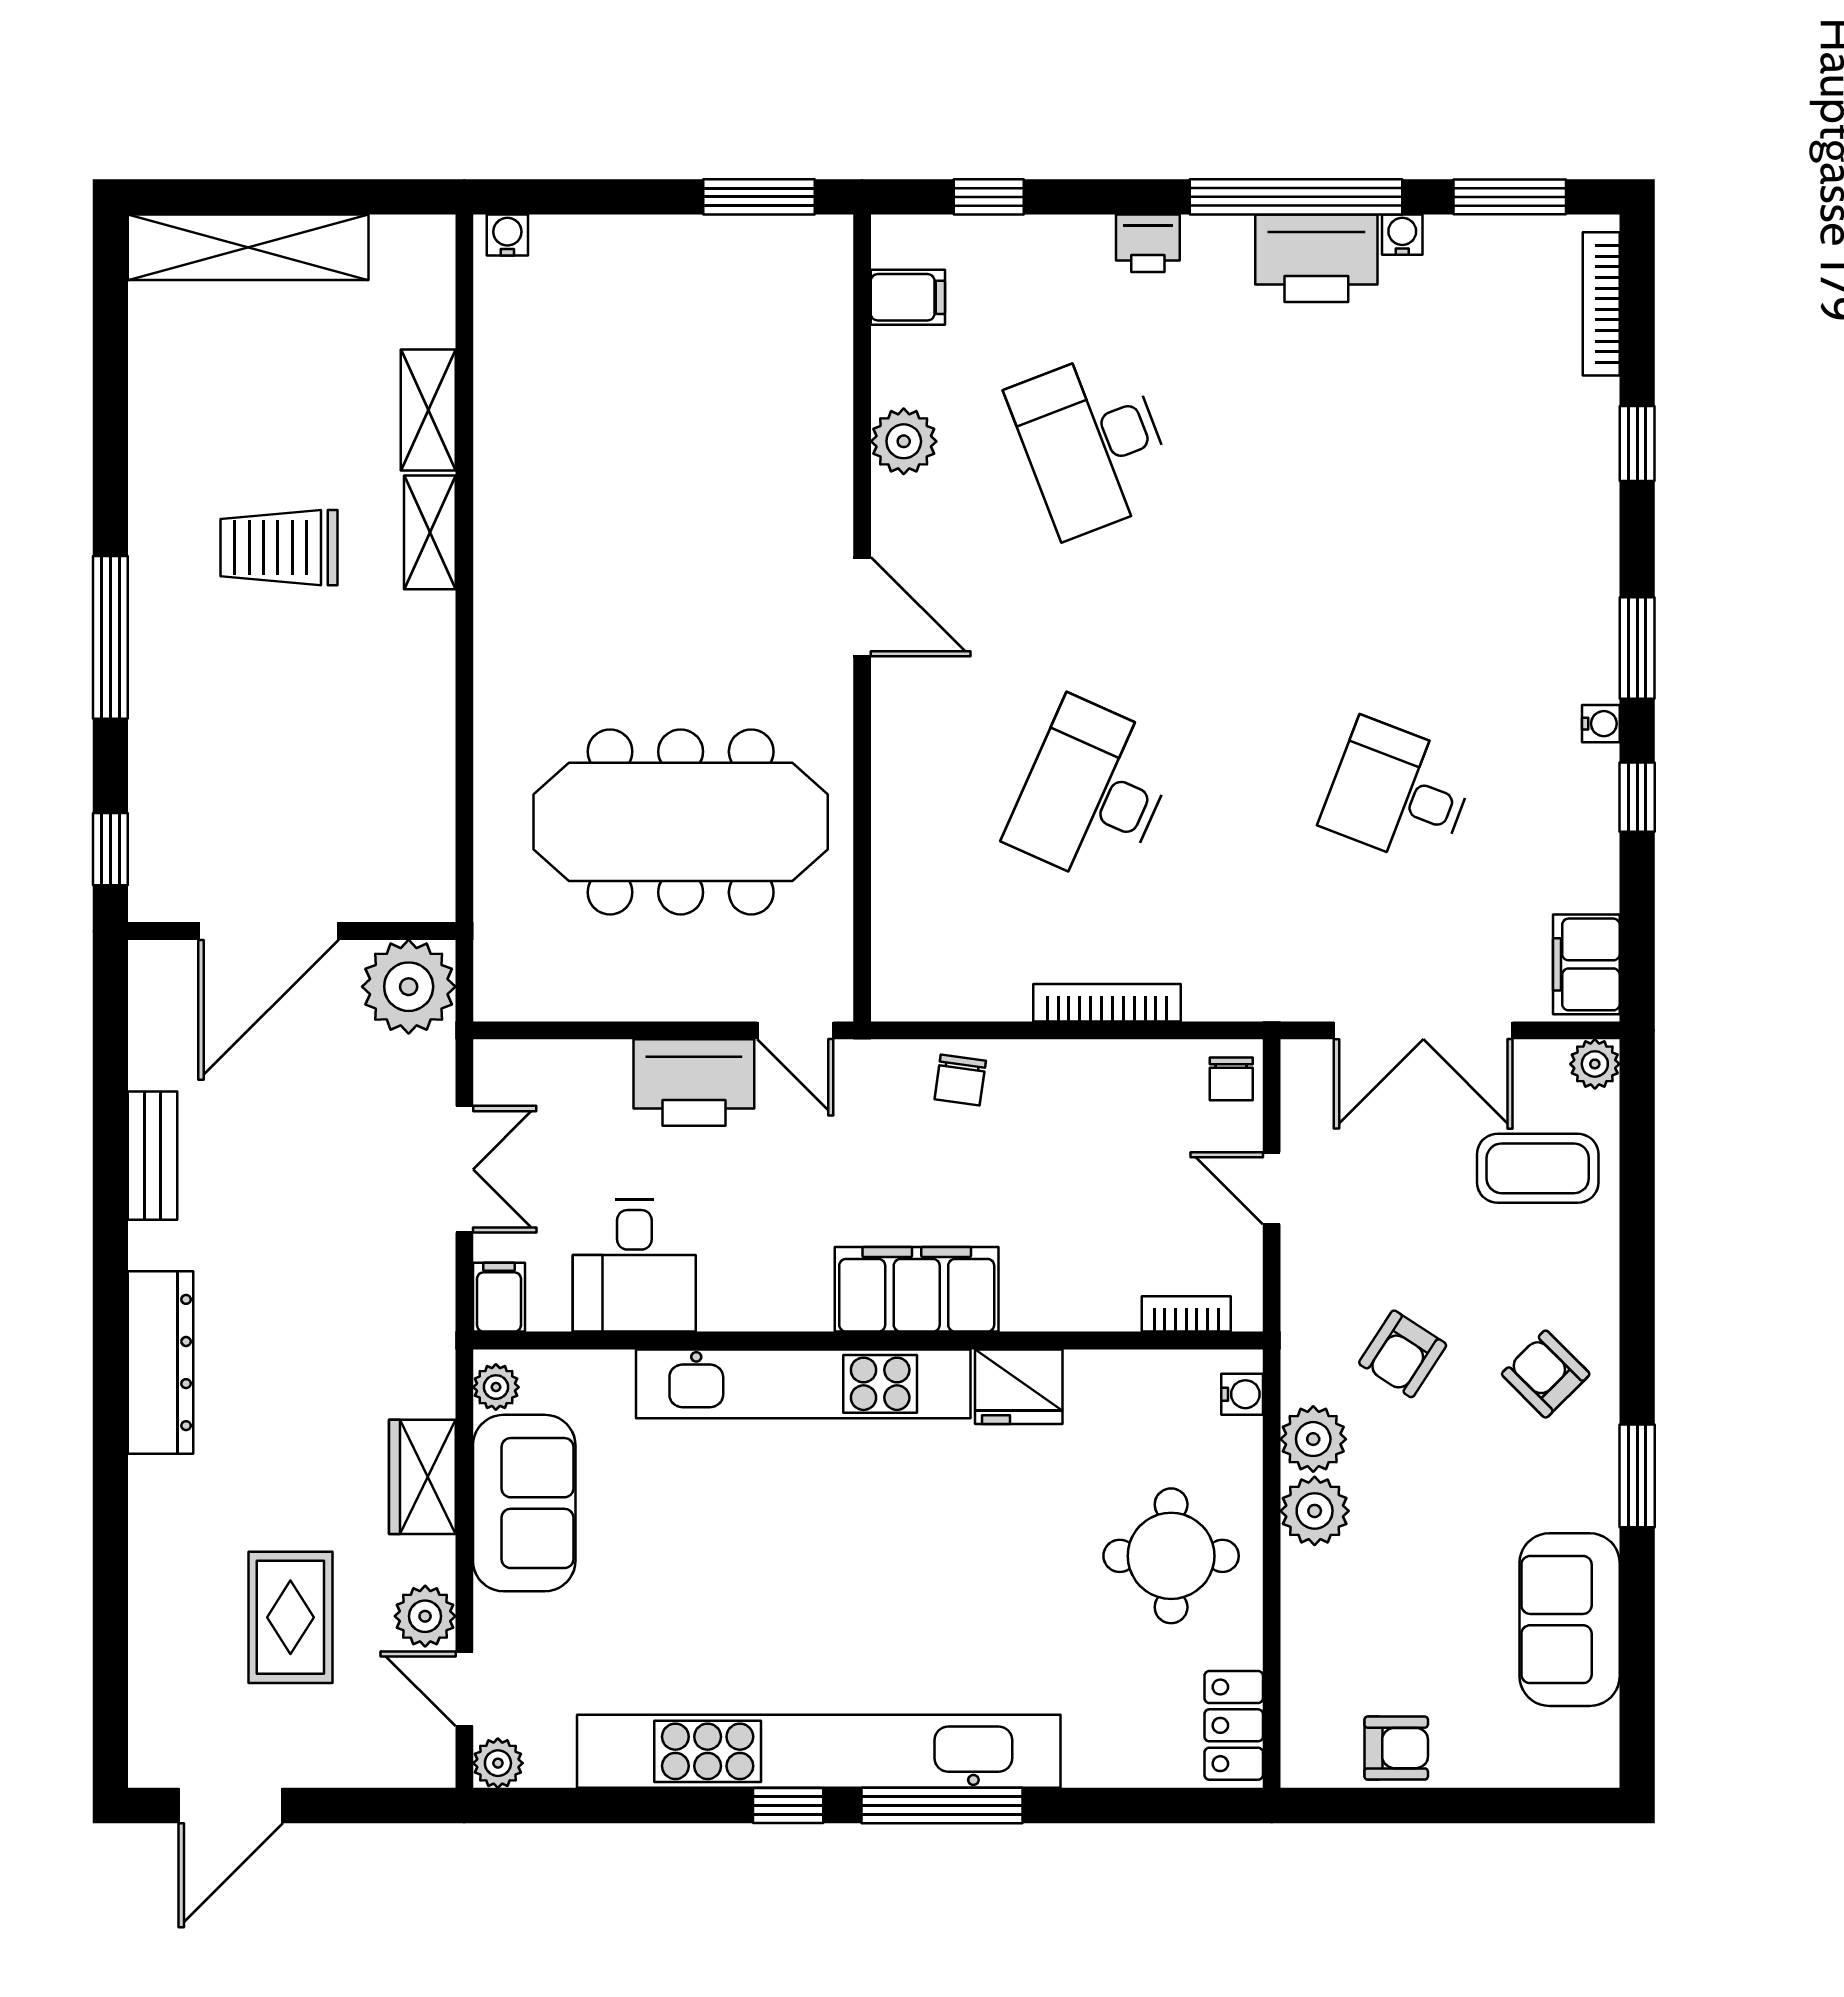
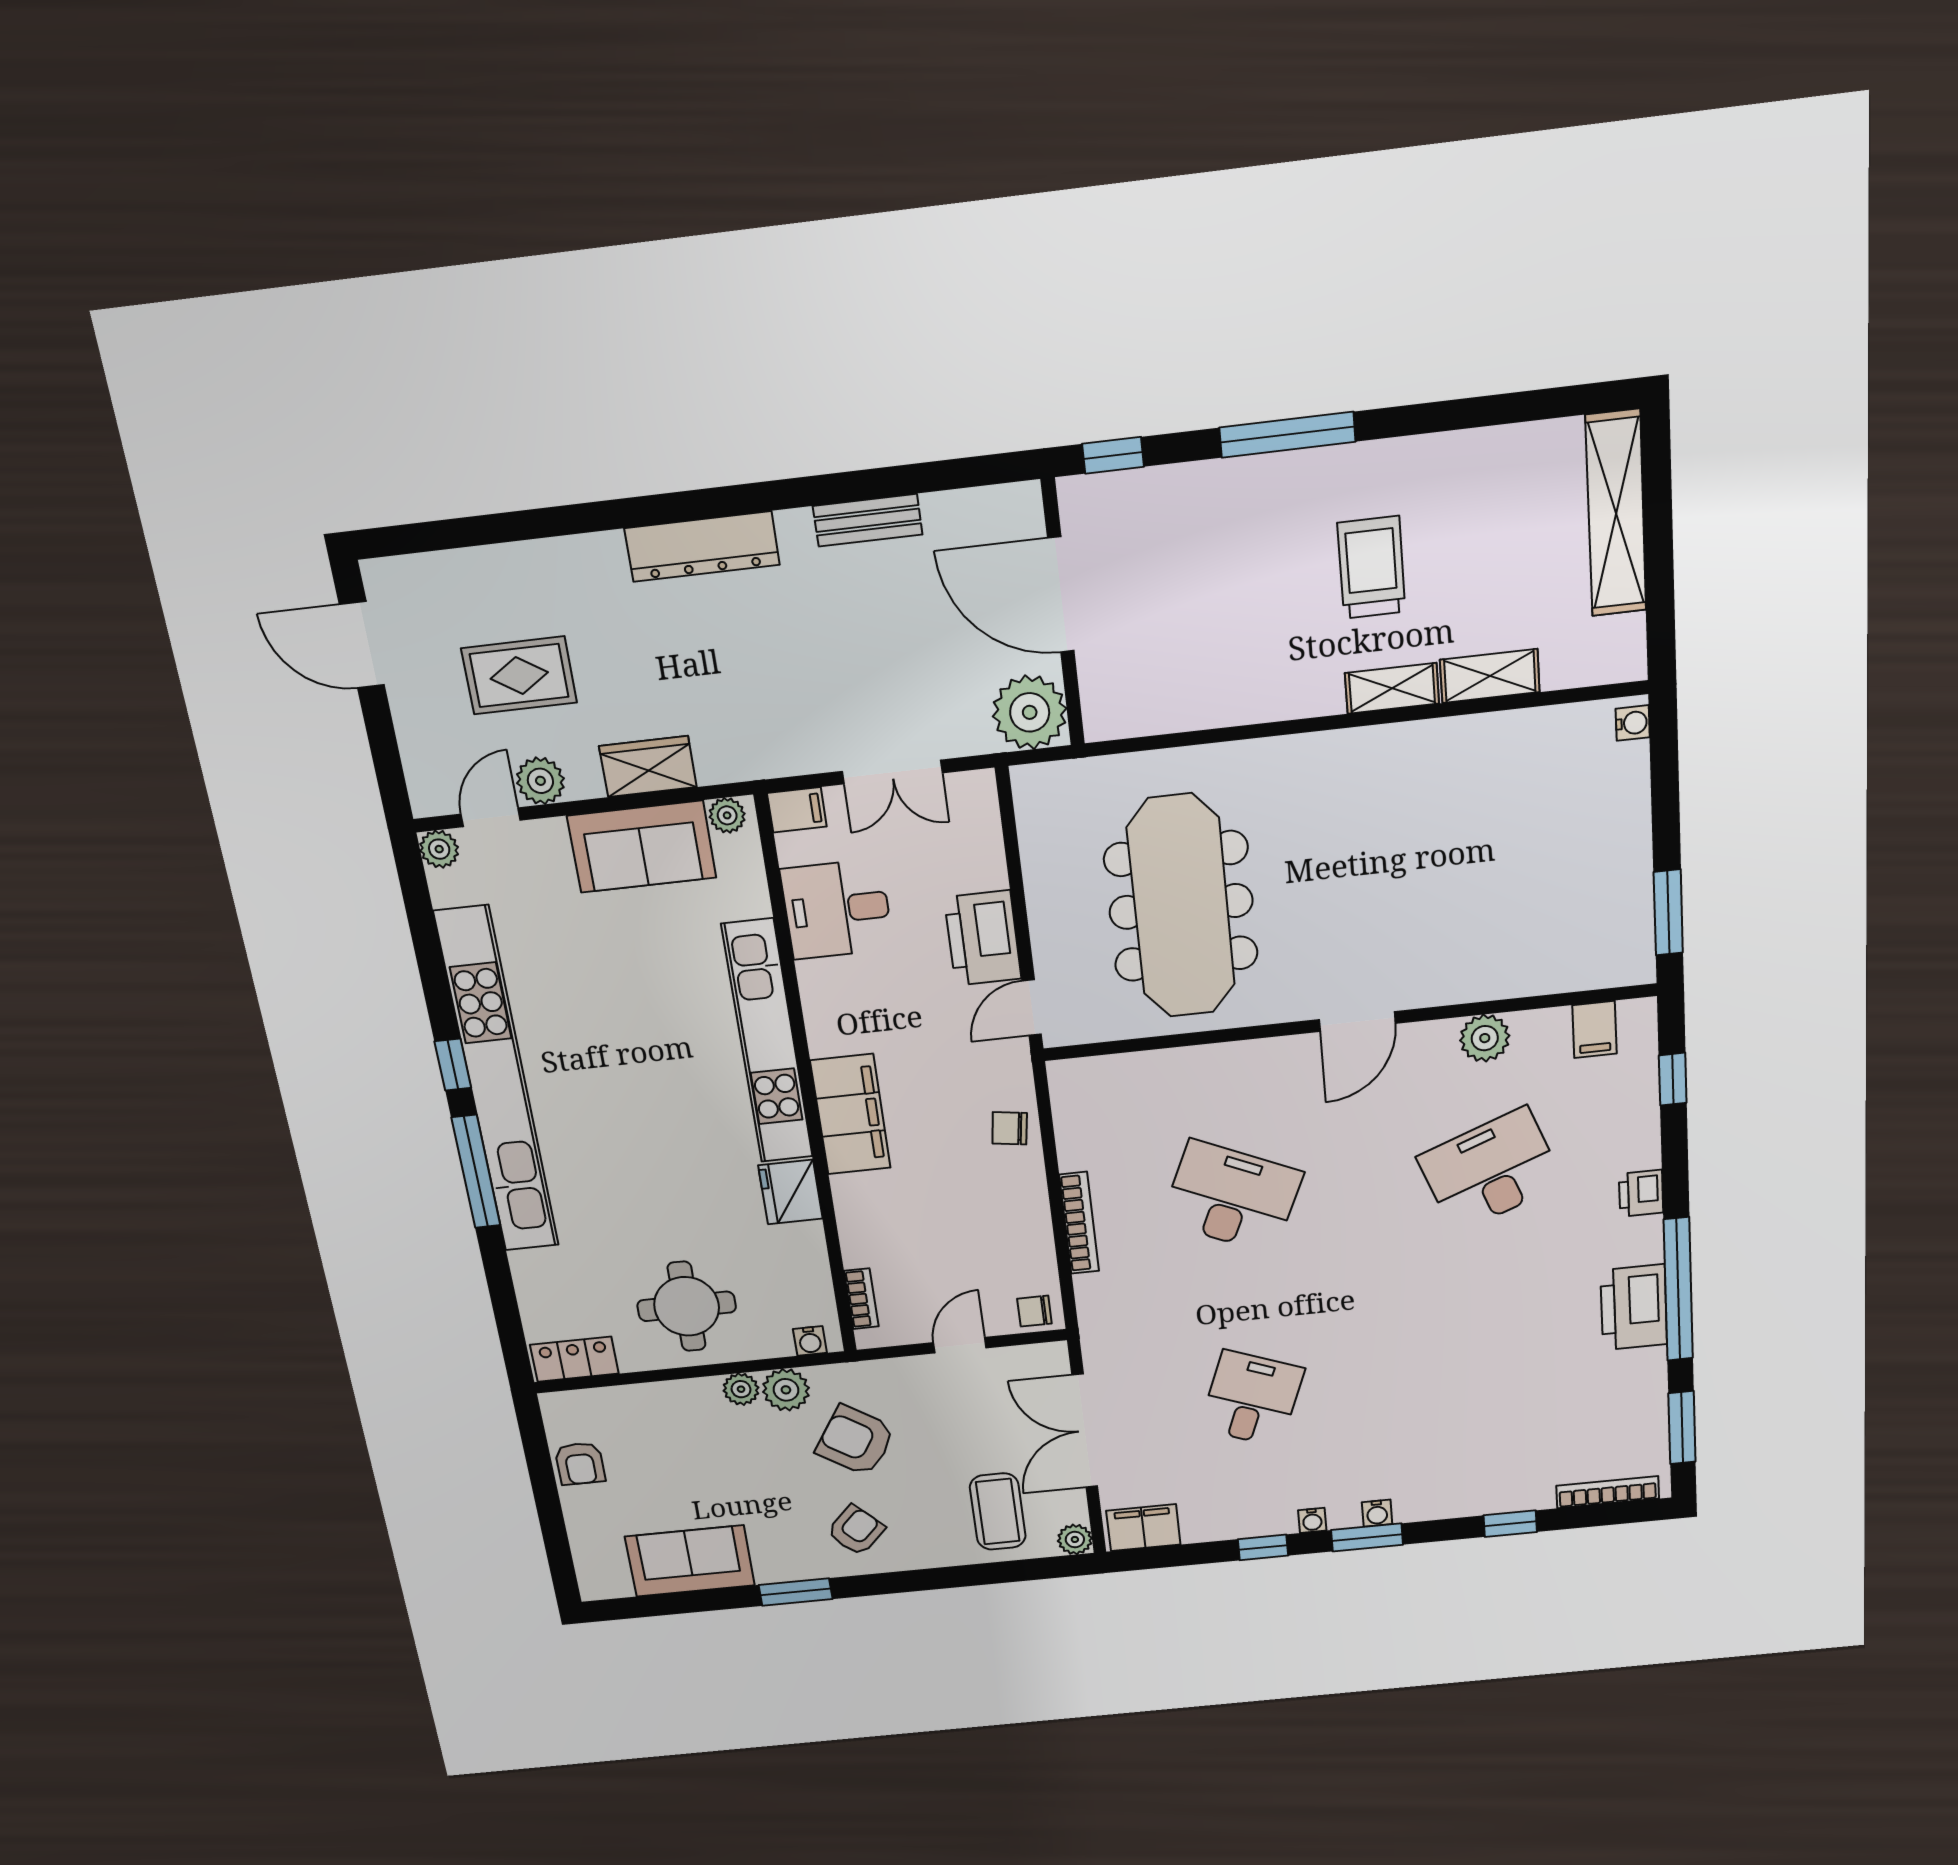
water cooler: (1402, 235) -> (1377, 1513), moved, turned 90
armchair: (1403, 1354) -> (855, 1440), width x1.38, depth x1.38
plant: (1315, 1511) -> (741, 1389), width x0.73, depth x0.73

